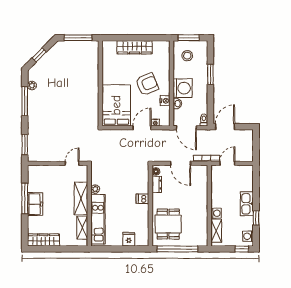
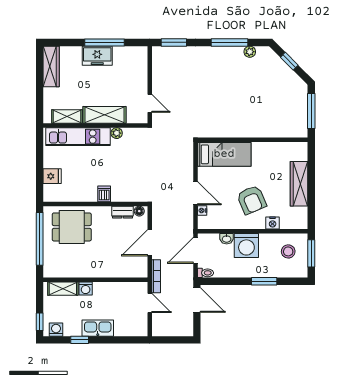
nightstand: (165, 101) -> (273, 223), moved
bed: (116, 105) -> (224, 154), width x0.67

